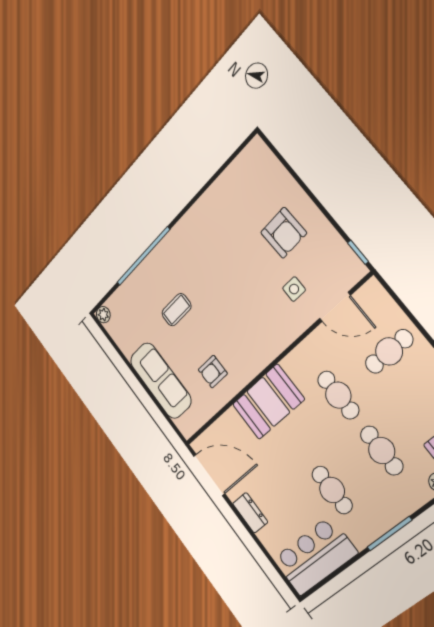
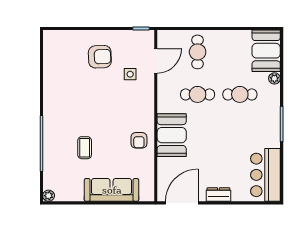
armchair: (213, 372) -> (139, 140), moved
cafe table: (332, 490) -> (240, 137), removed

